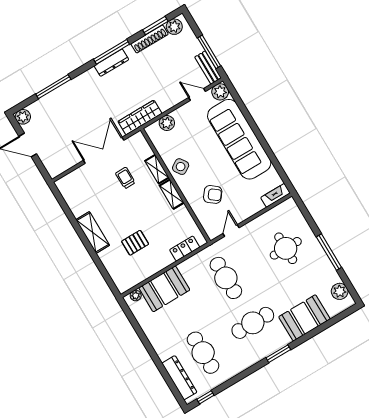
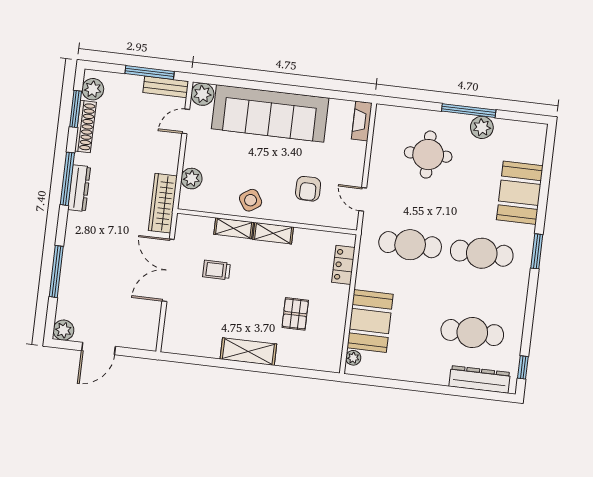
armchair: (213, 194) -> (308, 189), turned 142
plant: (340, 291) -> (482, 127), moved
cafe table: (253, 323) -> (482, 253), turned 90

